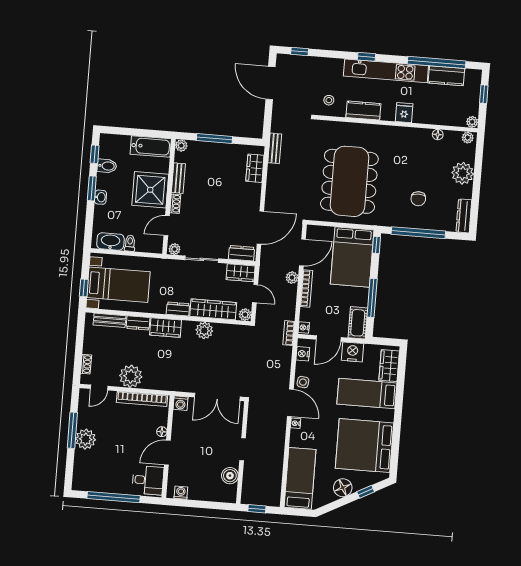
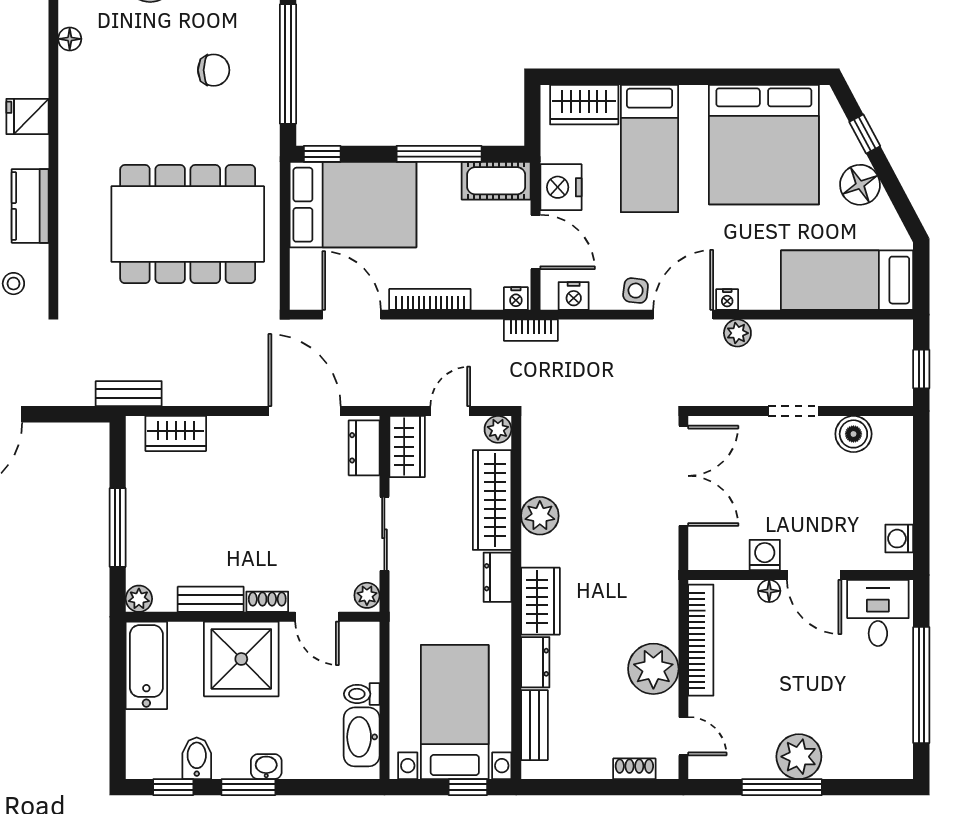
plant: (292, 278) -> (737, 333), moved
washing machine: (181, 403) -> (765, 555), moved, turned -90

